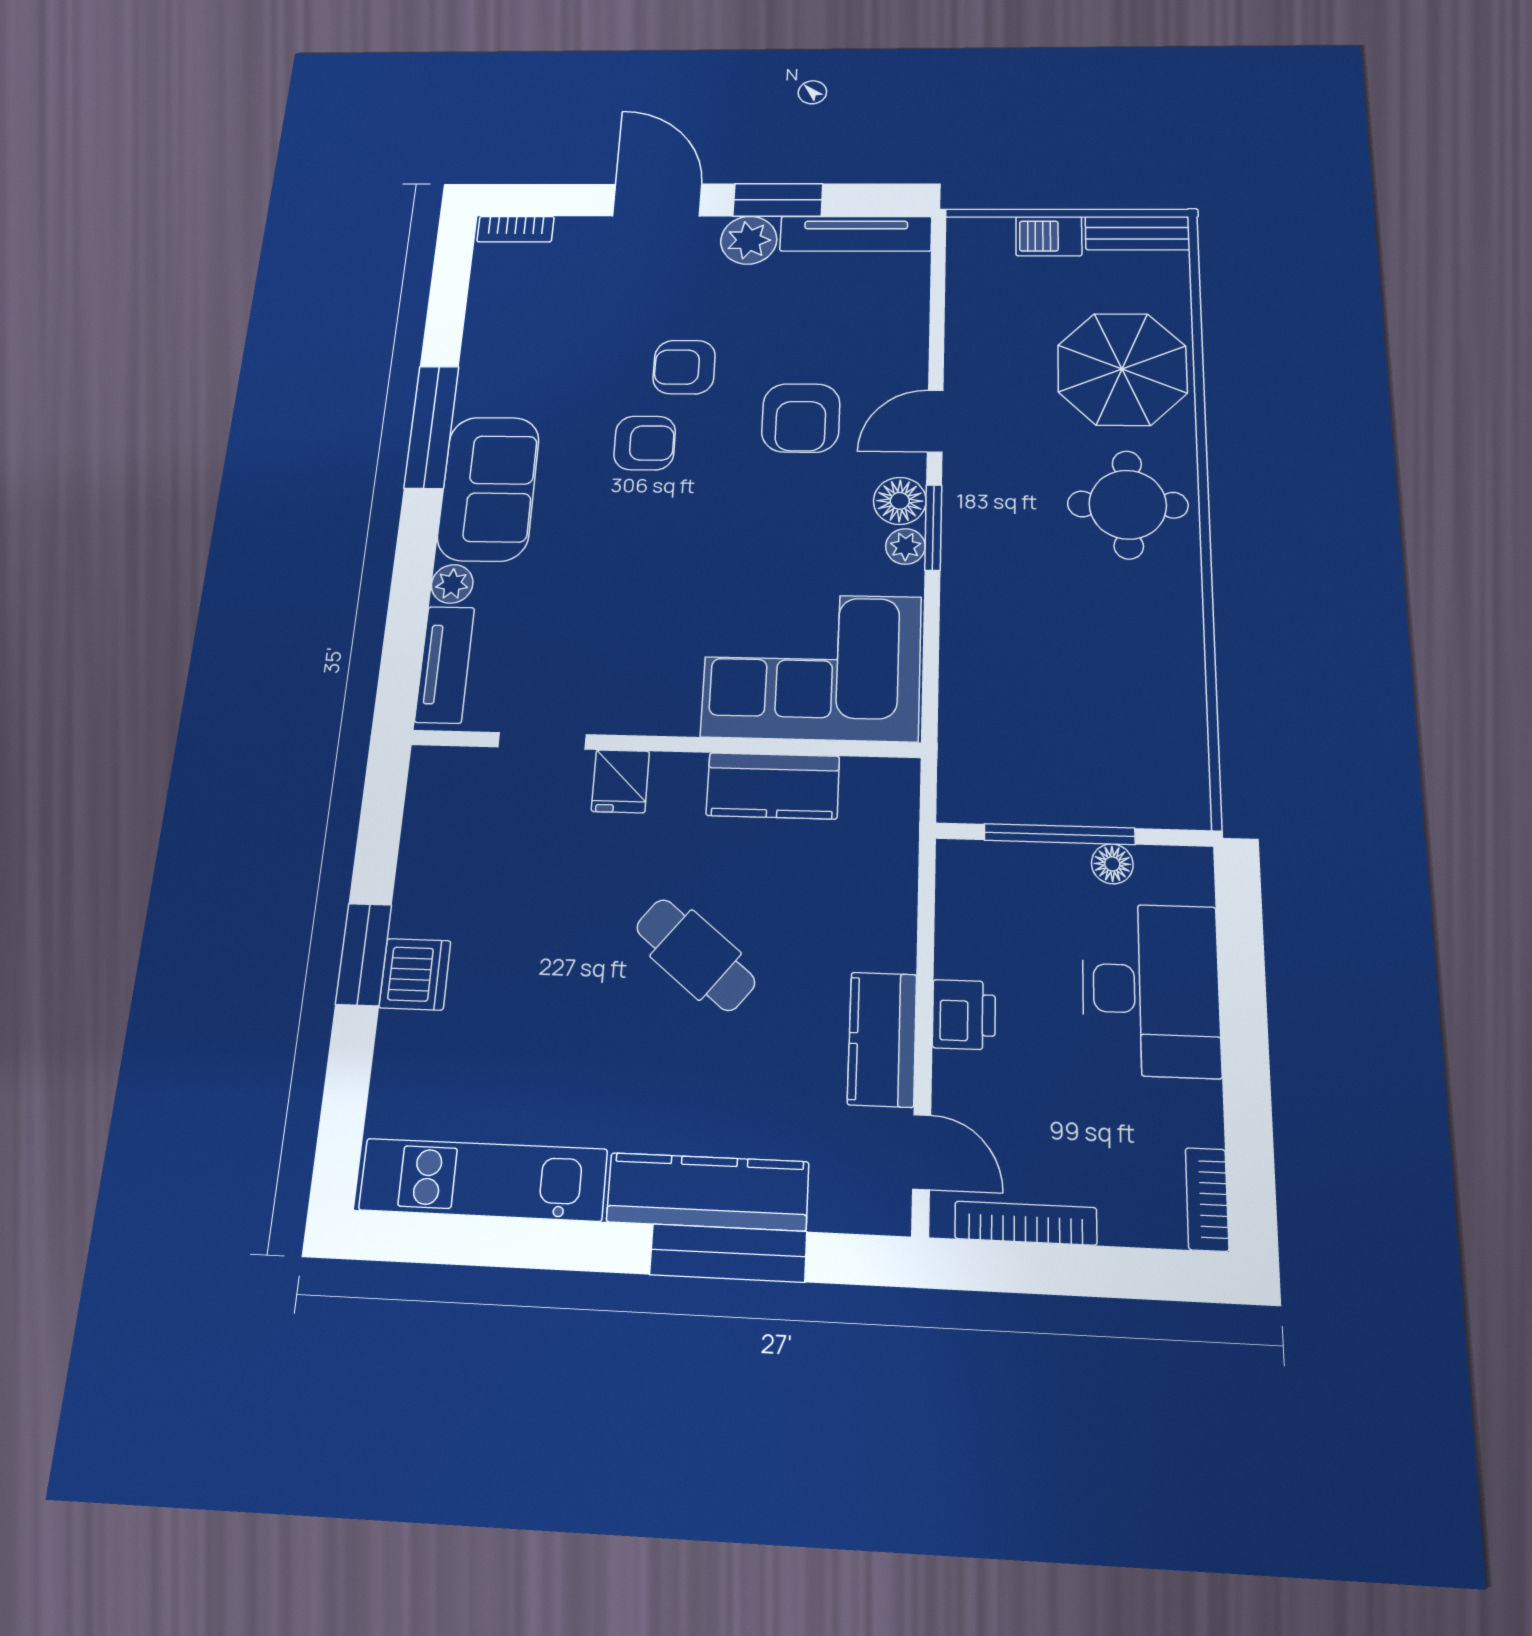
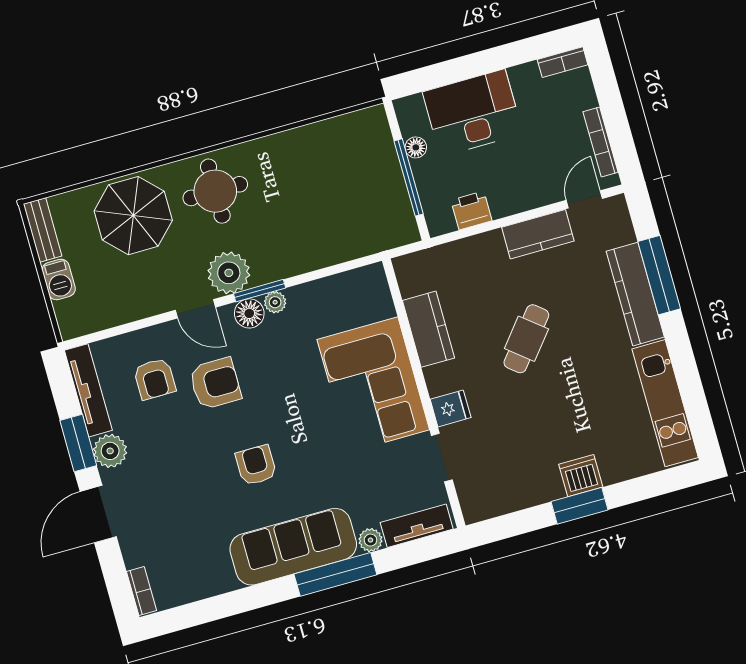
armchair: (684, 367) -> (155, 379), moved
window: (432, 427) -> (335, 574), moved
sofa: (488, 488) -> (293, 547), width x1.36
plant: (979, 488) -> (229, 273), added
corner sofa: (812, 666) -> (373, 385), moved
printer: (964, 1015) -> (471, 210), moved

